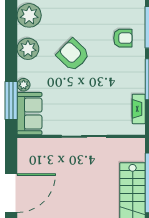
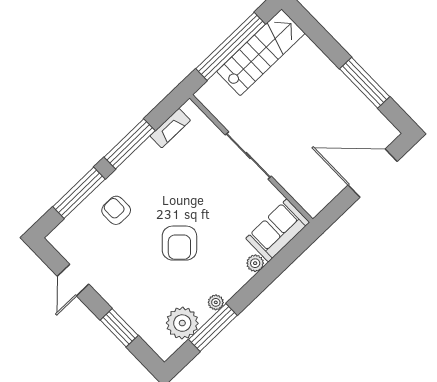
plant: (28, 49) -> (216, 302), width x0.53, depth x0.53
window: (11, 101) -> (213, 327), moved

